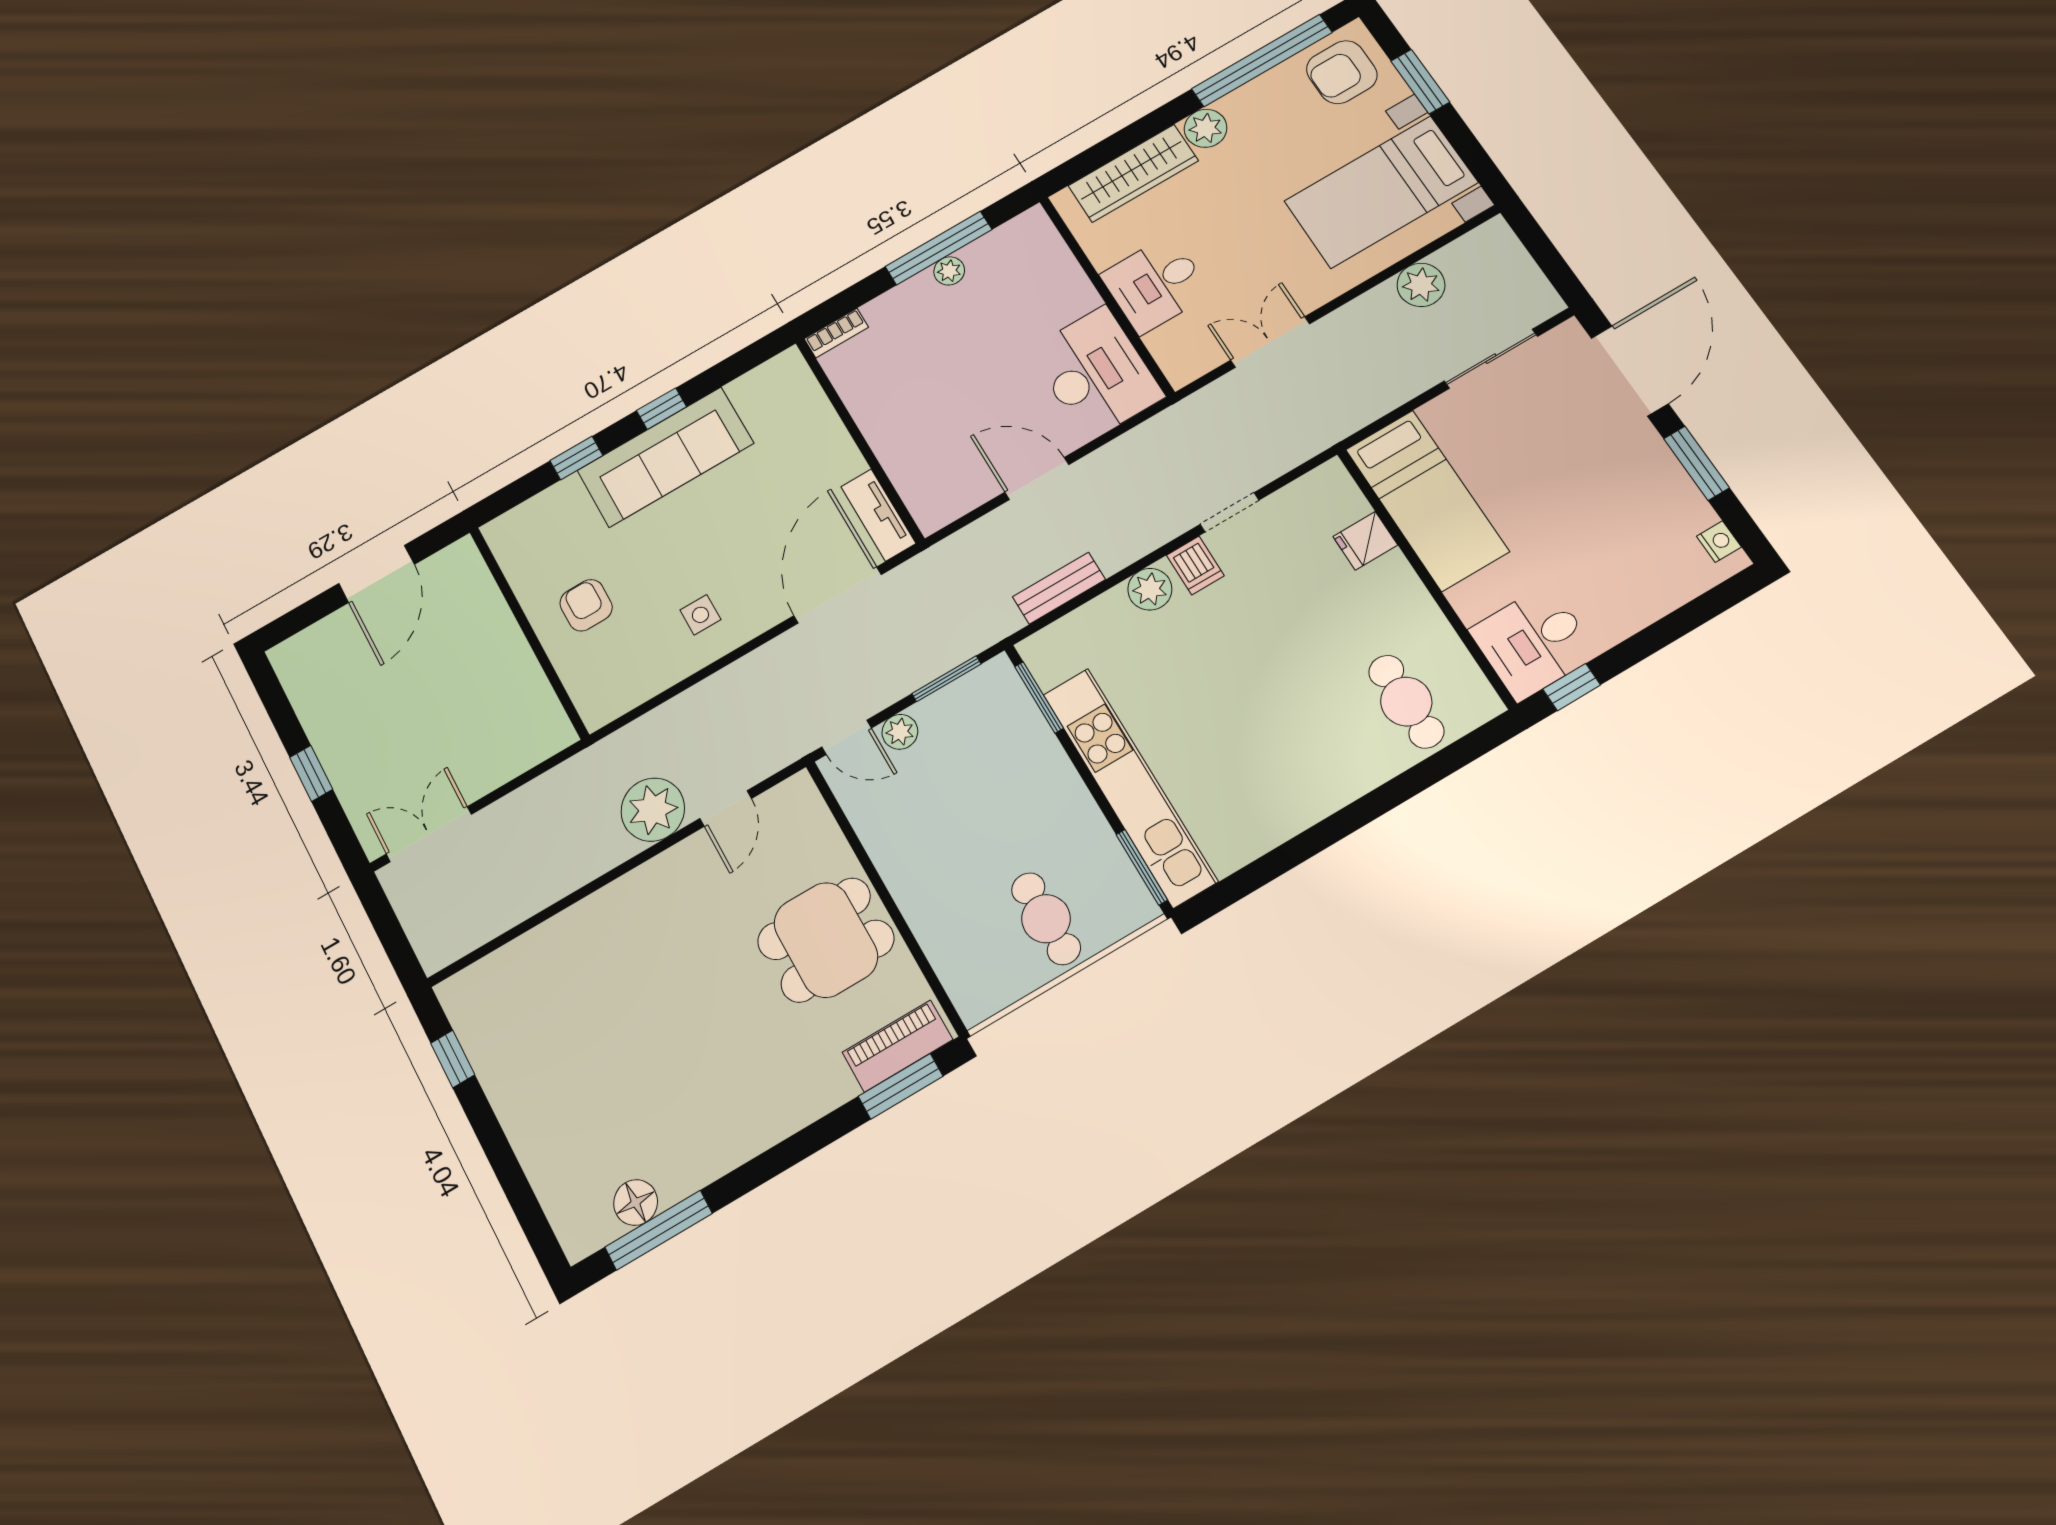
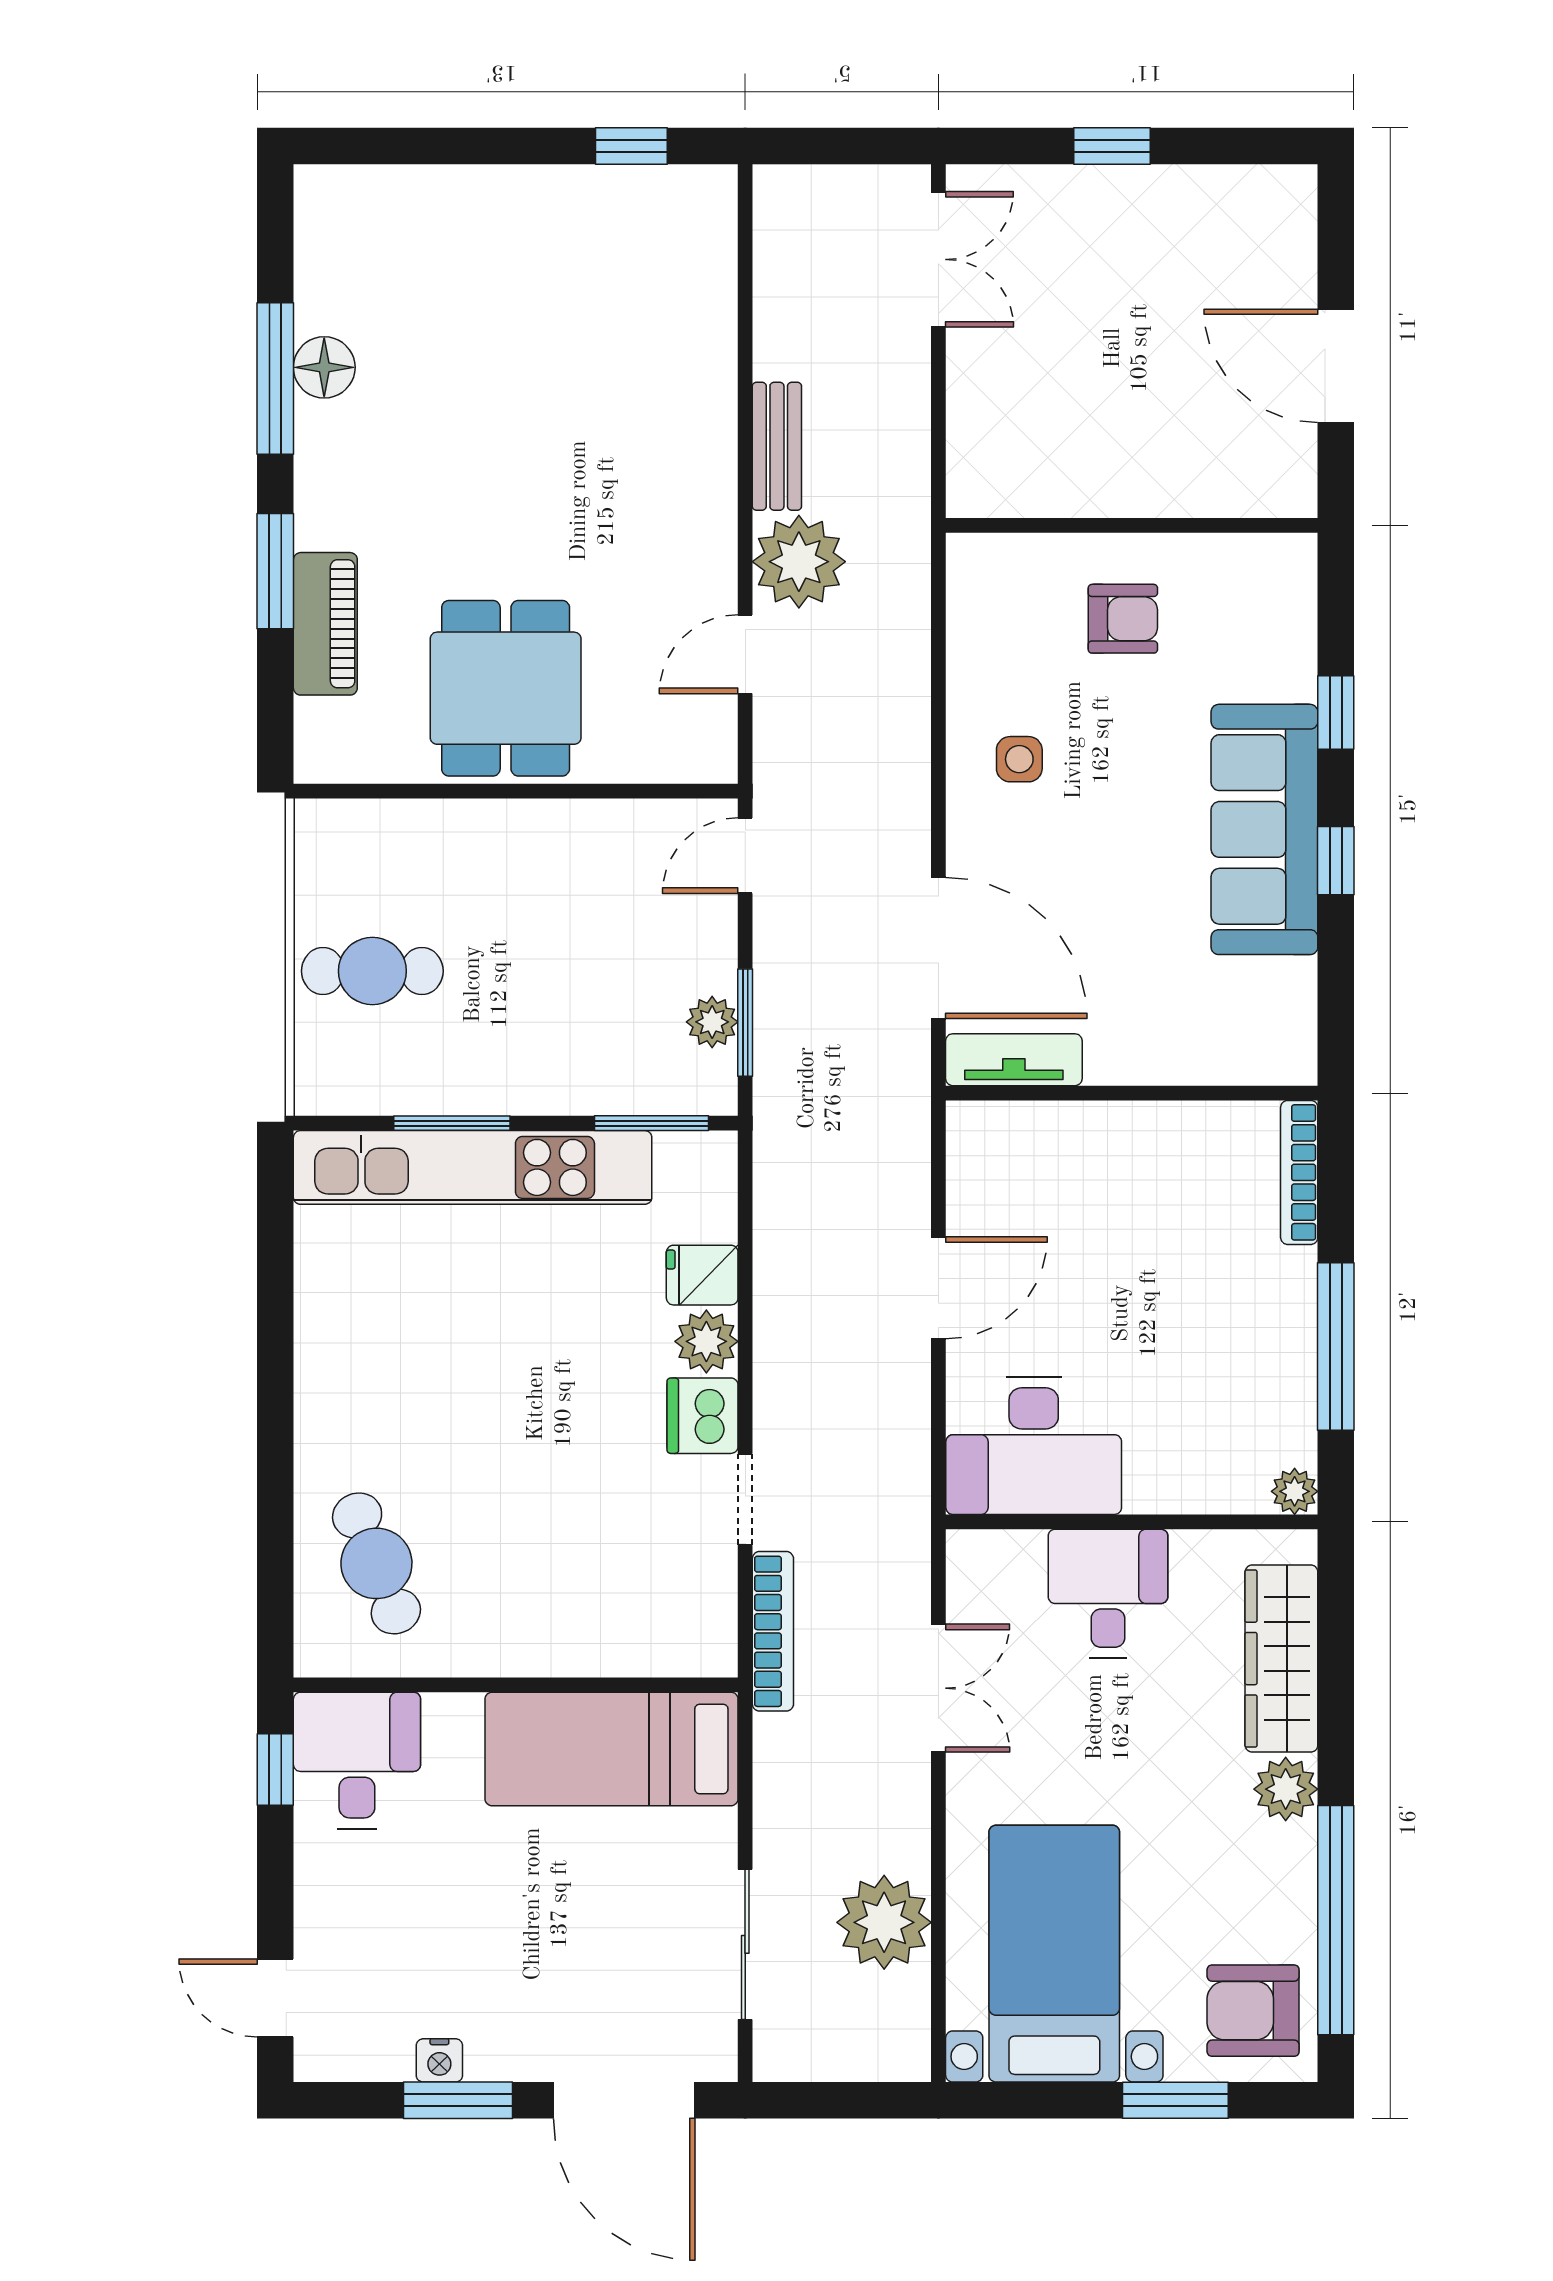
armchair: (1342, 72) -> (1253, 2011), turned -90
plant: (949, 271) -> (1295, 1491), moved
plant: (1421, 285) -> (884, 1922), width x1.36, depth x1.36
bookcase: (836, 333) -> (1299, 1172), width x1.56
bookcase: (1297, 451) -> (773, 1631), added
fridge: (1365, 541) -> (702, 1275), moved, turned -90
nightstand: (1719, 542) -> (439, 2060), moved
dishwasher: (1195, 565) -> (703, 1416), width x1.38
bench: (1059, 588) -> (777, 446), moved
door: (1710, 605) -> (275, 1998), added
cafe table: (1406, 702) -> (376, 1563), turned 68
plant: (900, 732) -> (712, 1022), moved
door: (726, 808) -> (745, 654), hinge flipped
window: (1142, 867) -> (452, 1123), moved
piano: (897, 1046) -> (325, 624), moved
window: (901, 1086) -> (275, 571), moved
floor lamp: (636, 1203) -> (324, 367), moved
window: (659, 1230) -> (275, 379), moved

